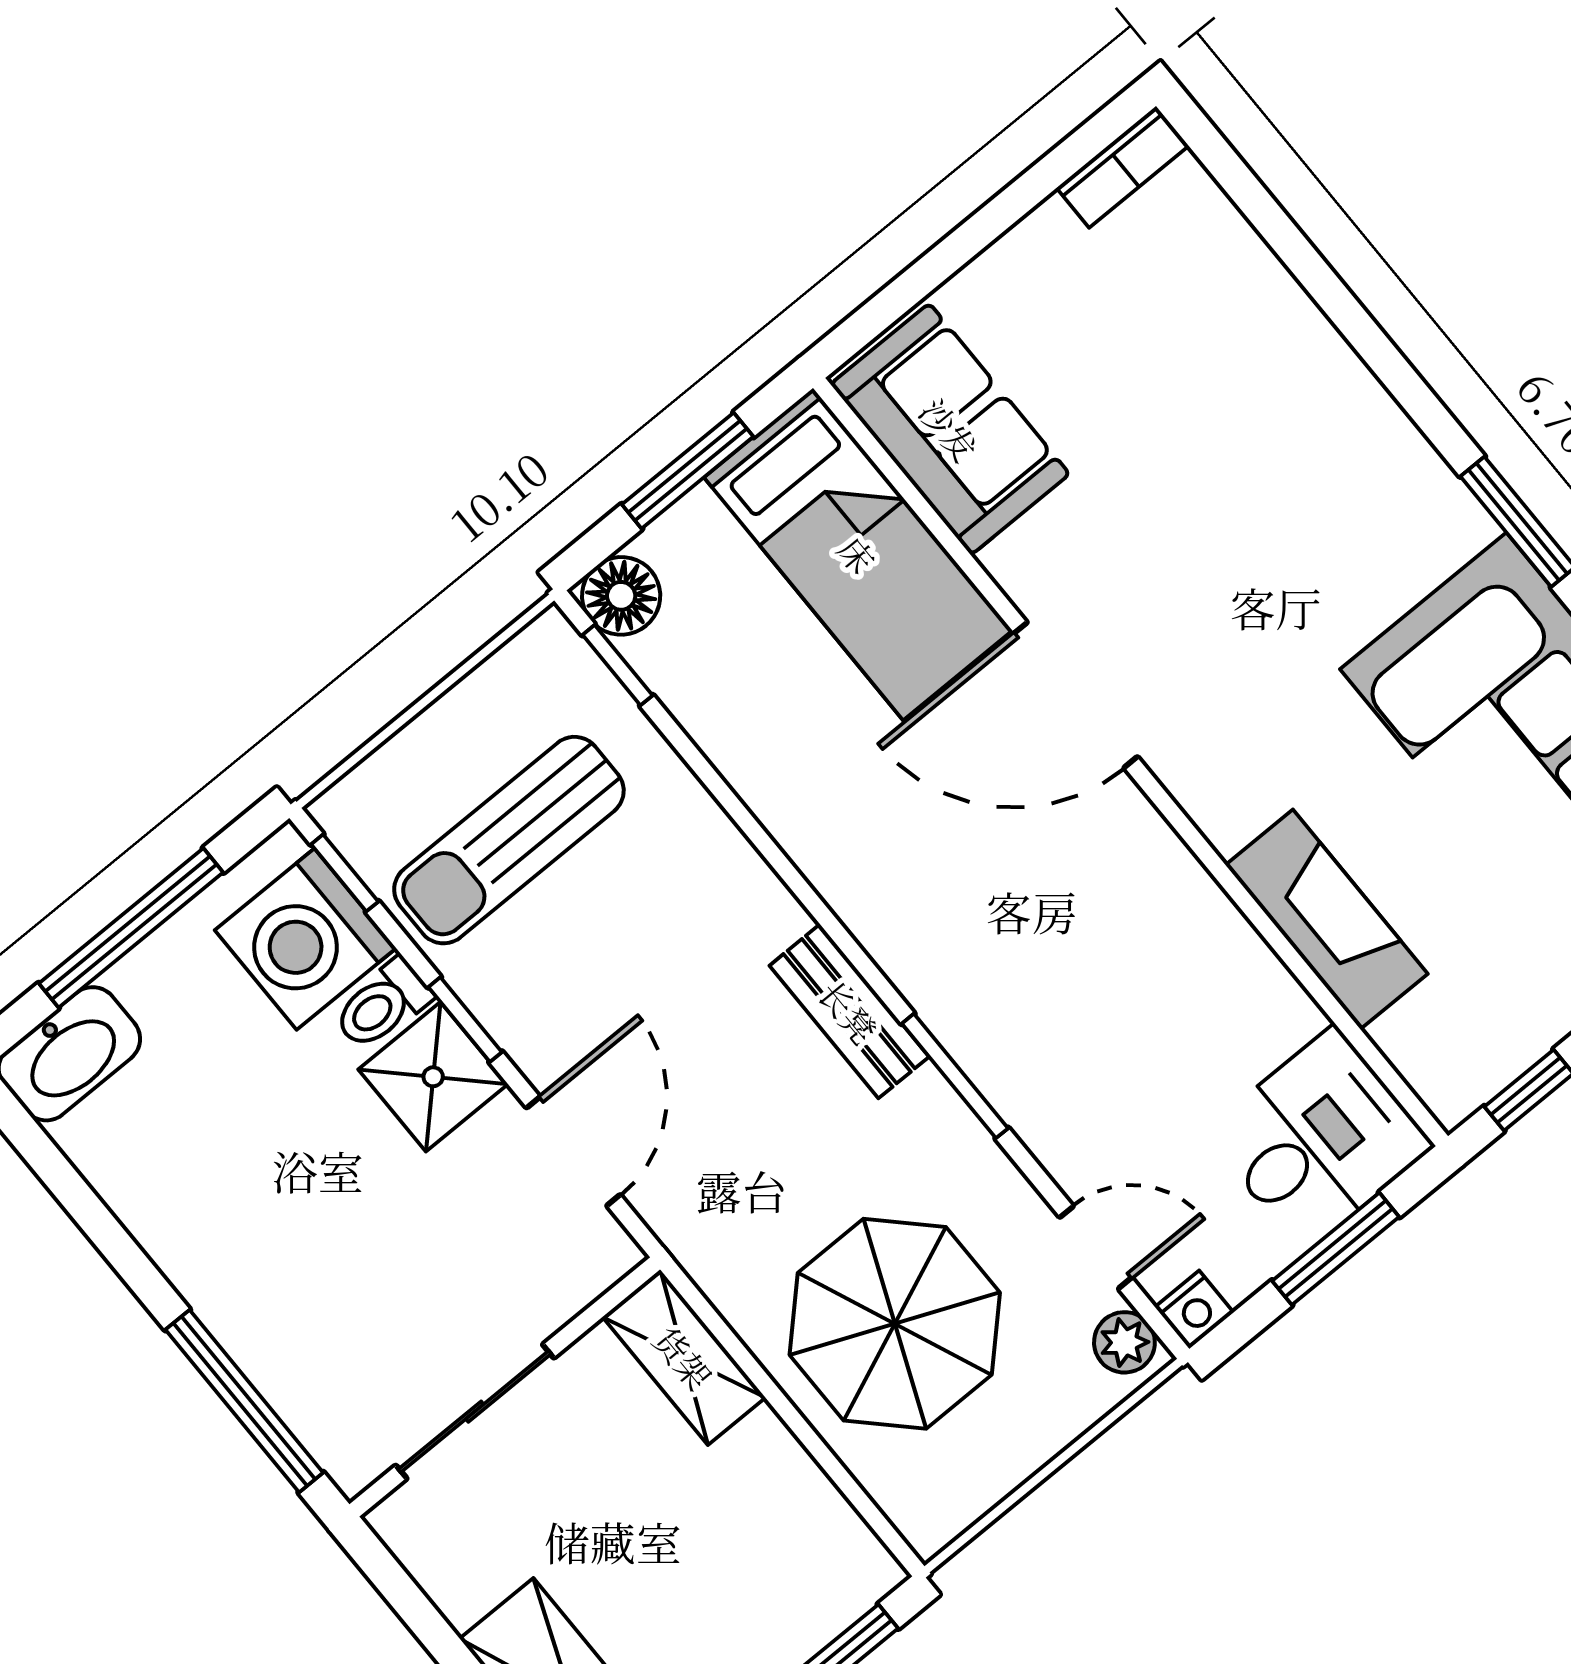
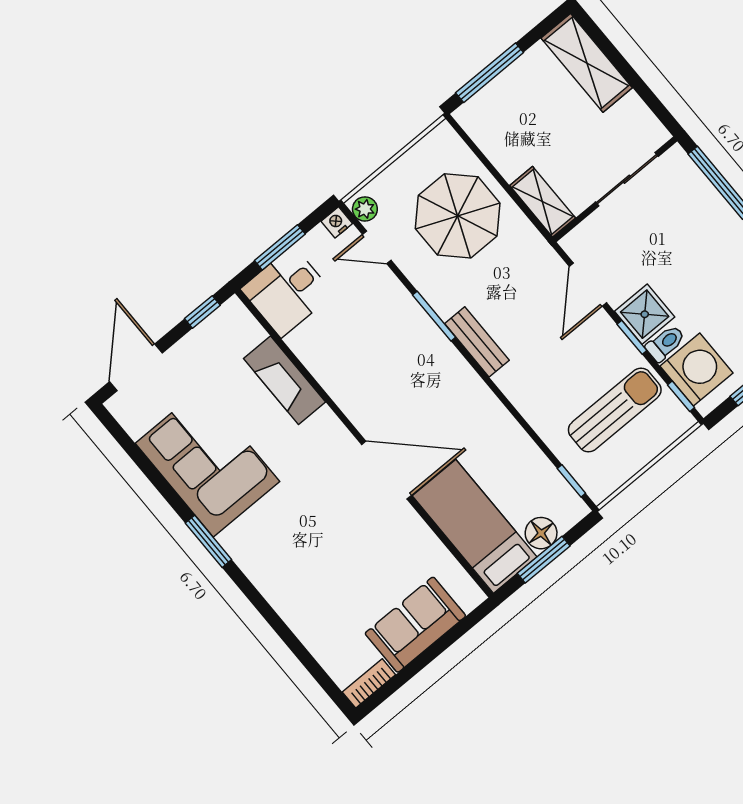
sofa: (950, 429) -> (415, 625), moved, turned 90
floor lamp: (621, 596) -> (541, 533), moved

